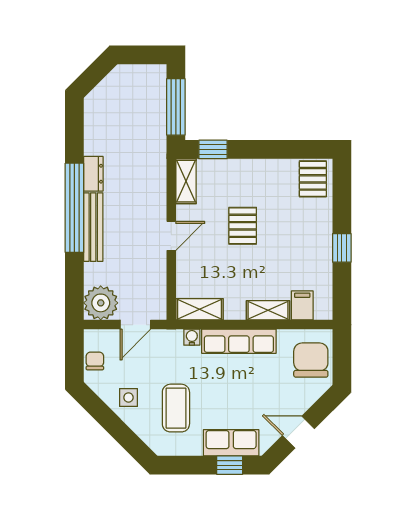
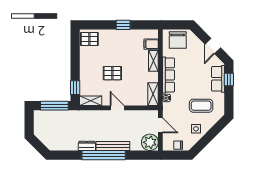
chair: (311, 360) -> (178, 40), turned -90

